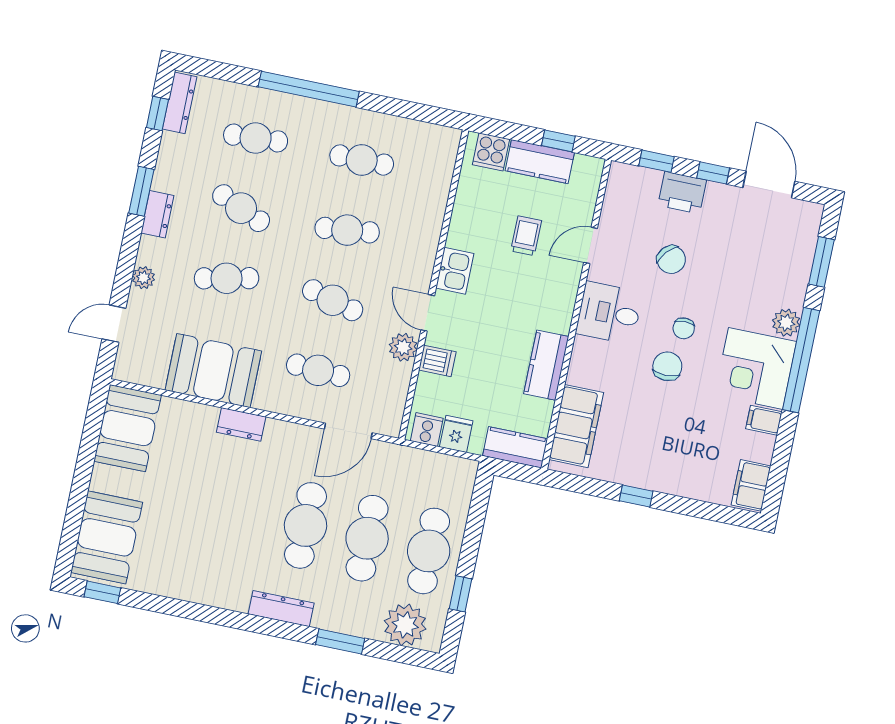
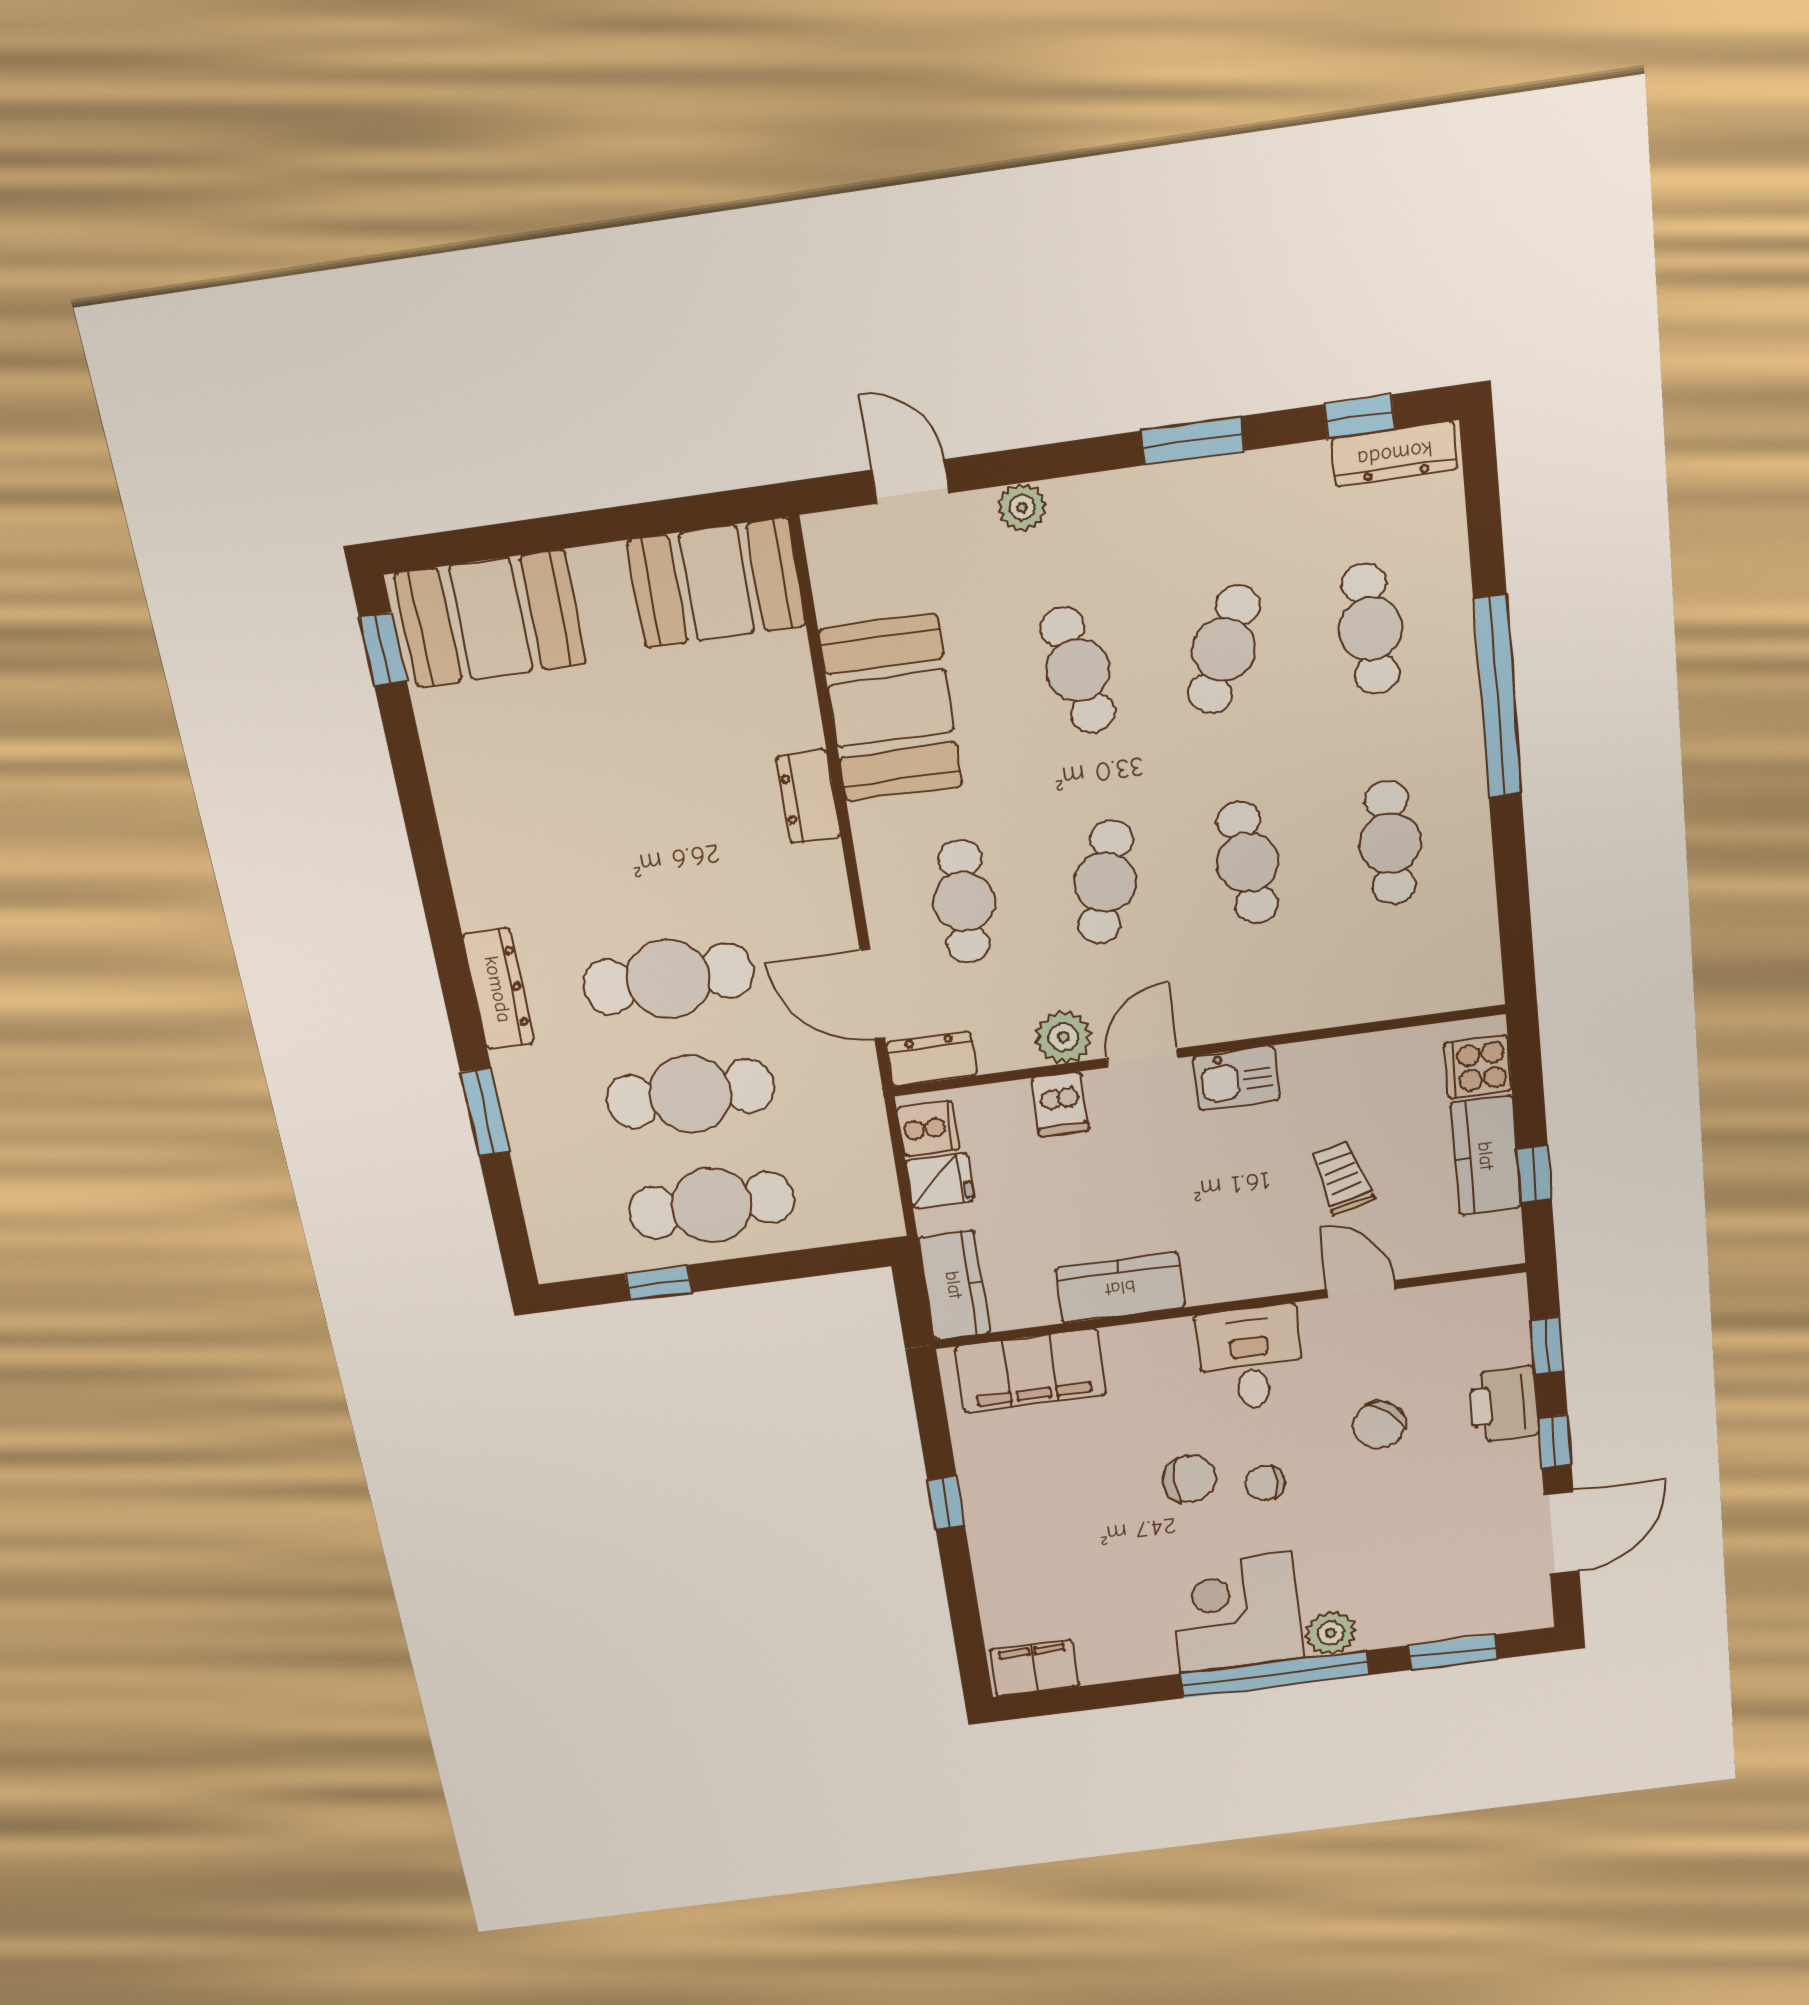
dresser: (157, 214) -> (931, 1059), moved, turned 180
trolley: (526, 236) -> (1342, 1178), turned -105
filing cabinet: (764, 420) -> (1152, 1652), removed
plant: (405, 625) -> (564, 1211), removed

